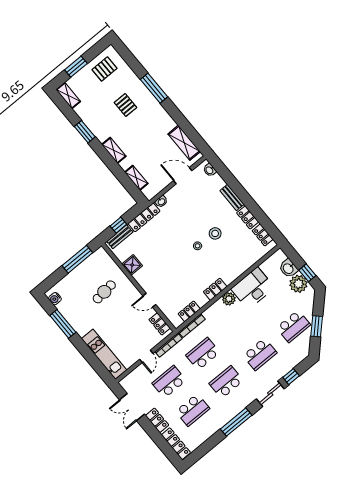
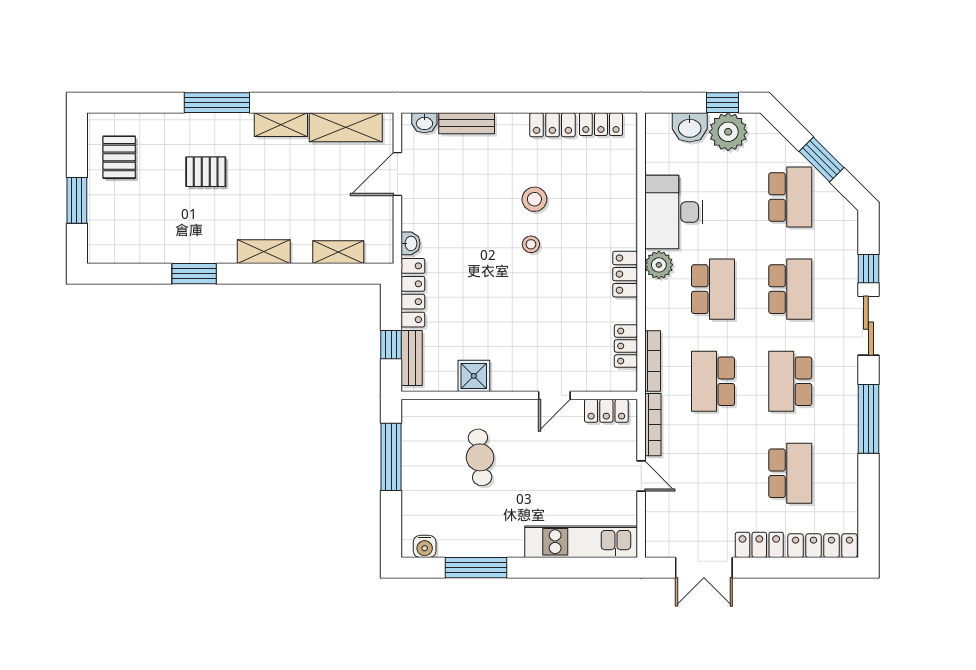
shelving: (68, 96) -> (281, 125), moved
bench: (232, 197) -> (467, 123), moved
school desk: (169, 382) -> (713, 289), moved, turned 180

